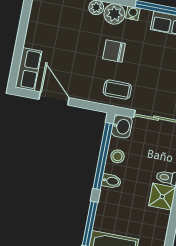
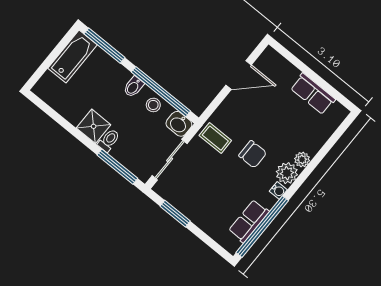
chair: (114, 51) -> (253, 154), turned 90
row of seats: (28, 69) -> (313, 94), moved
coffee table: (117, 90) -> (215, 138), turned 90

